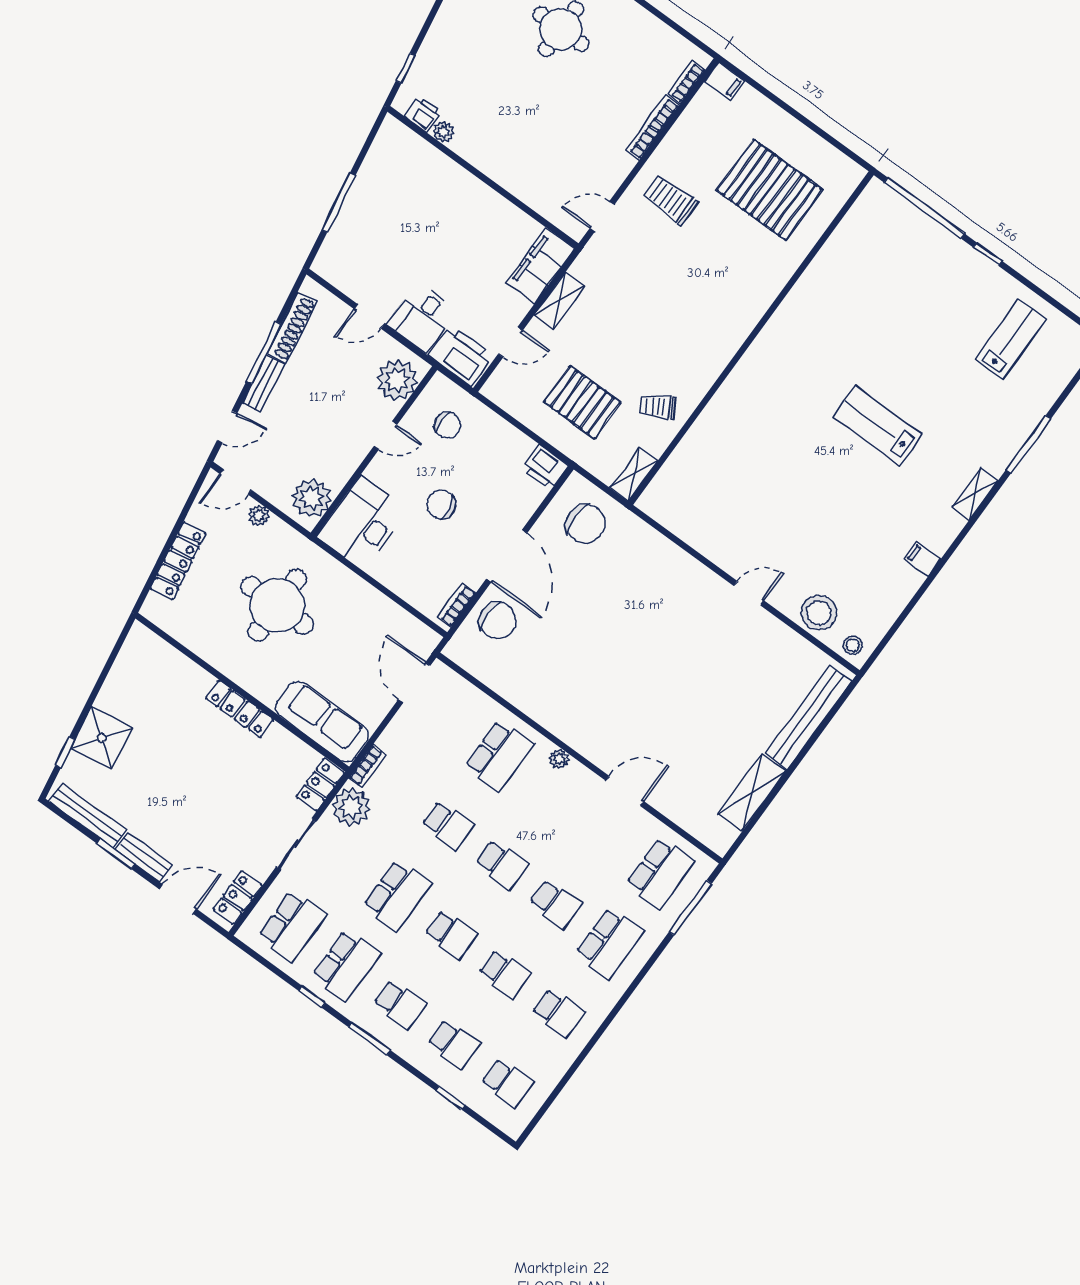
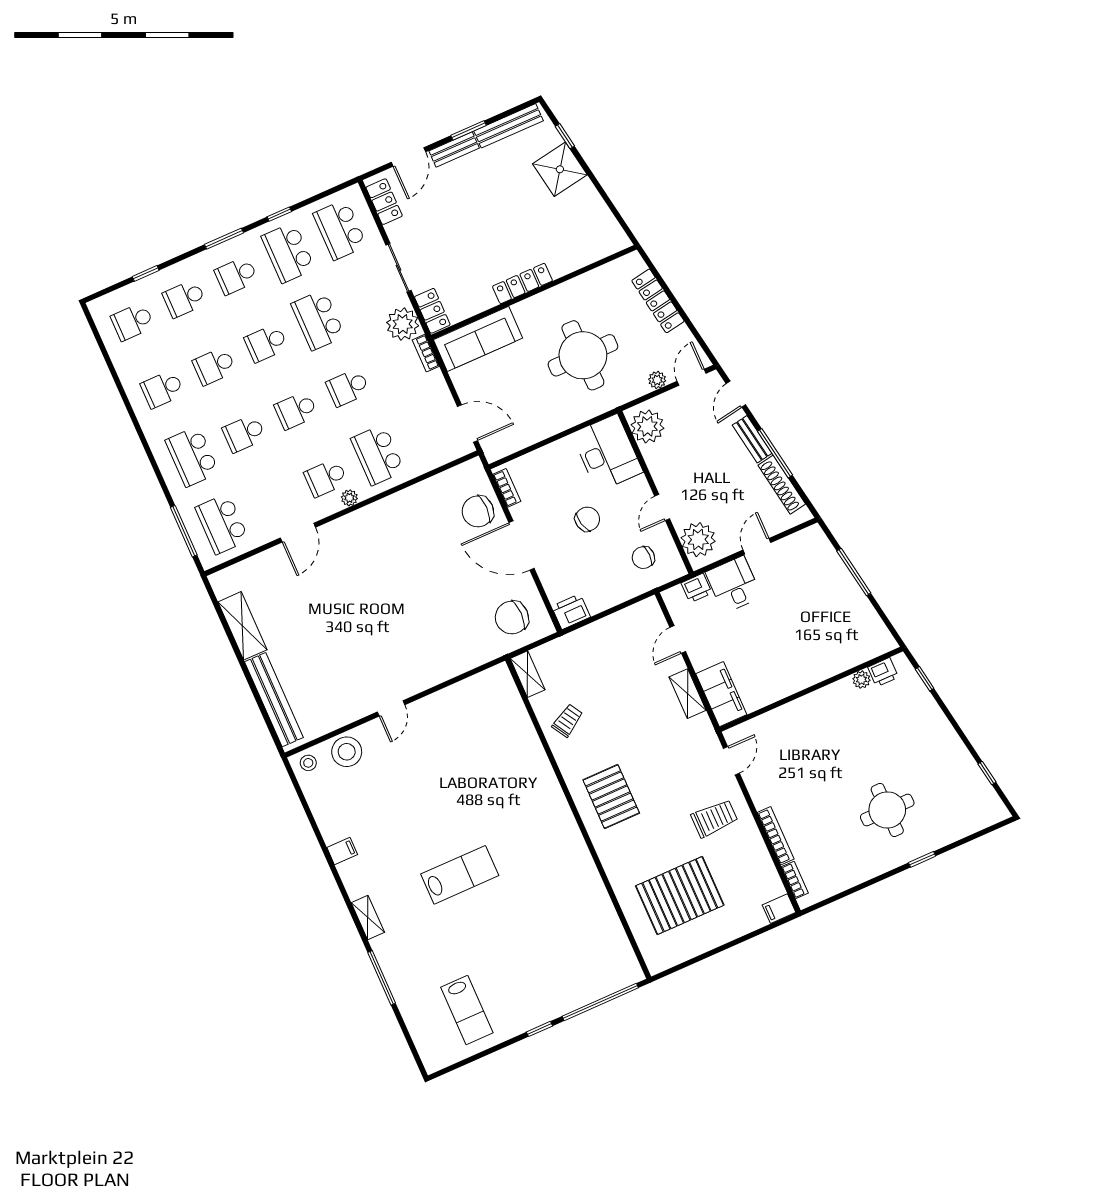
printer: (461, 356) -> (697, 588), width x0.53, depth x0.68
pallet: (582, 402) -> (611, 797), moved, turned 90
school desk: (553, 795) -> (326, 478), added

